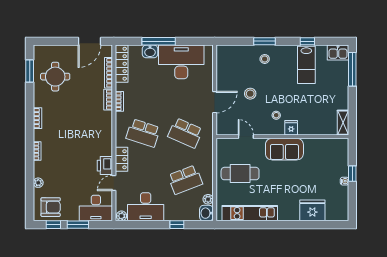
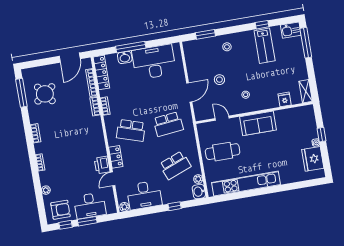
window: (265, 41) -> (205, 34), moved
window: (30, 71) -> (21, 93), width x1.44
round table: (55, 77) -> (45, 94), turned -37
fridge: (291, 128) -> (285, 99), moved
school desk: (185, 133) -> (168, 124), turned -30
desk: (96, 208) -> (90, 206), moved
fridge: (312, 210) -> (313, 159), moved, turned -90
kitchen unit: (250, 213) -> (246, 184), width x1.36

